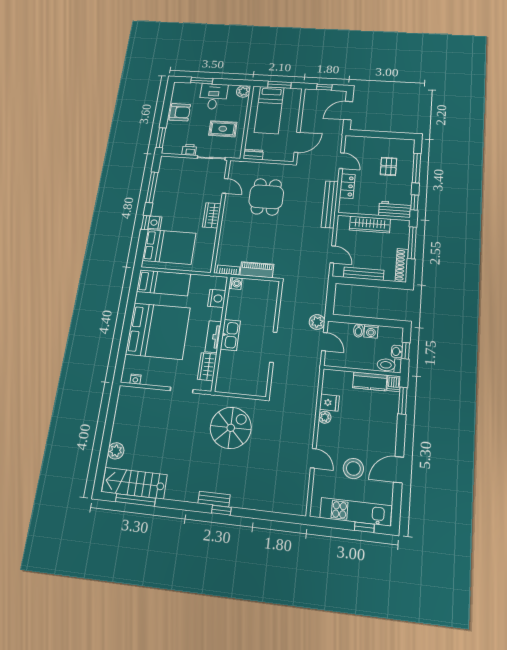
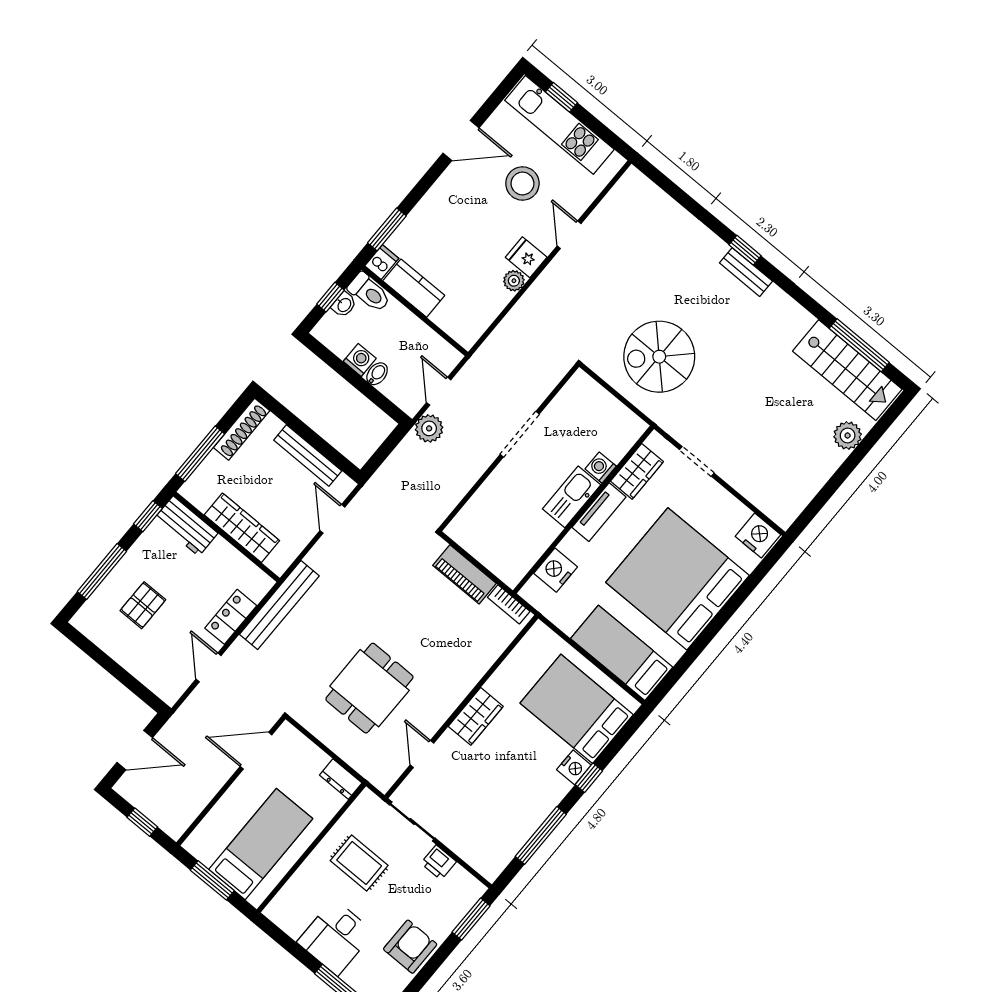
plant: (243, 91) -> (280, 911), removed
armchair: (180, 112) -> (410, 947), turned 90
washing machine: (236, 283) -> (601, 468), moved
nightstand: (135, 379) -> (758, 536), width x1.89, depth x1.79
fridge: (329, 403) -> (526, 257), moved

